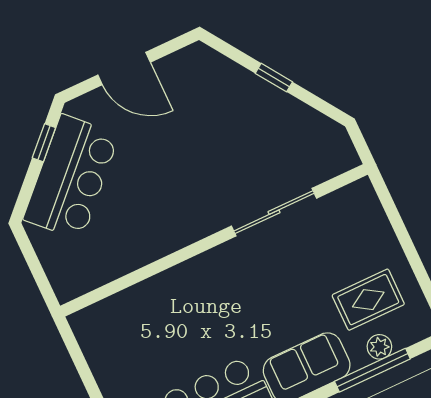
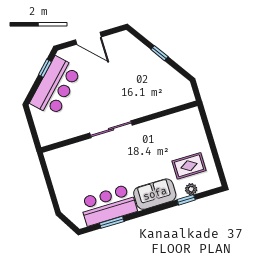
sliding door: (274, 212) -> (111, 129), moved
window: (372, 370) -> (186, 200), width x0.46

